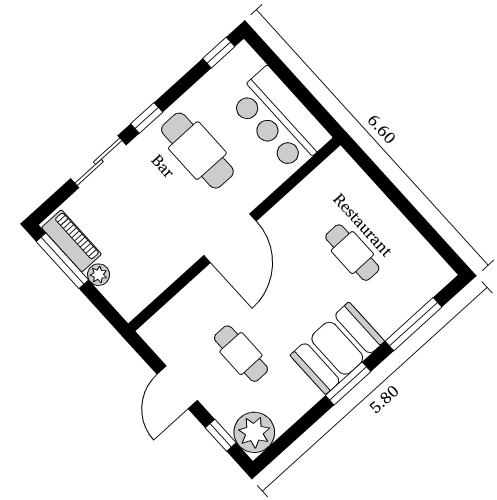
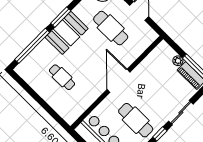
window: (414, 324) -> (32, 46), width x1.46
cafe table: (241, 354) -> (111, 28), width x1.37, depth x1.35

